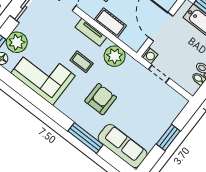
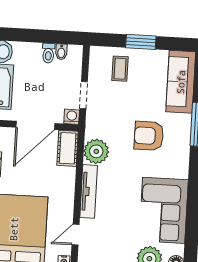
cot: (110, 23) -> (68, 148), moved
tv unit: (91, 32) -> (89, 191), width x1.41
coffee table: (82, 62) -> (120, 69), moved

